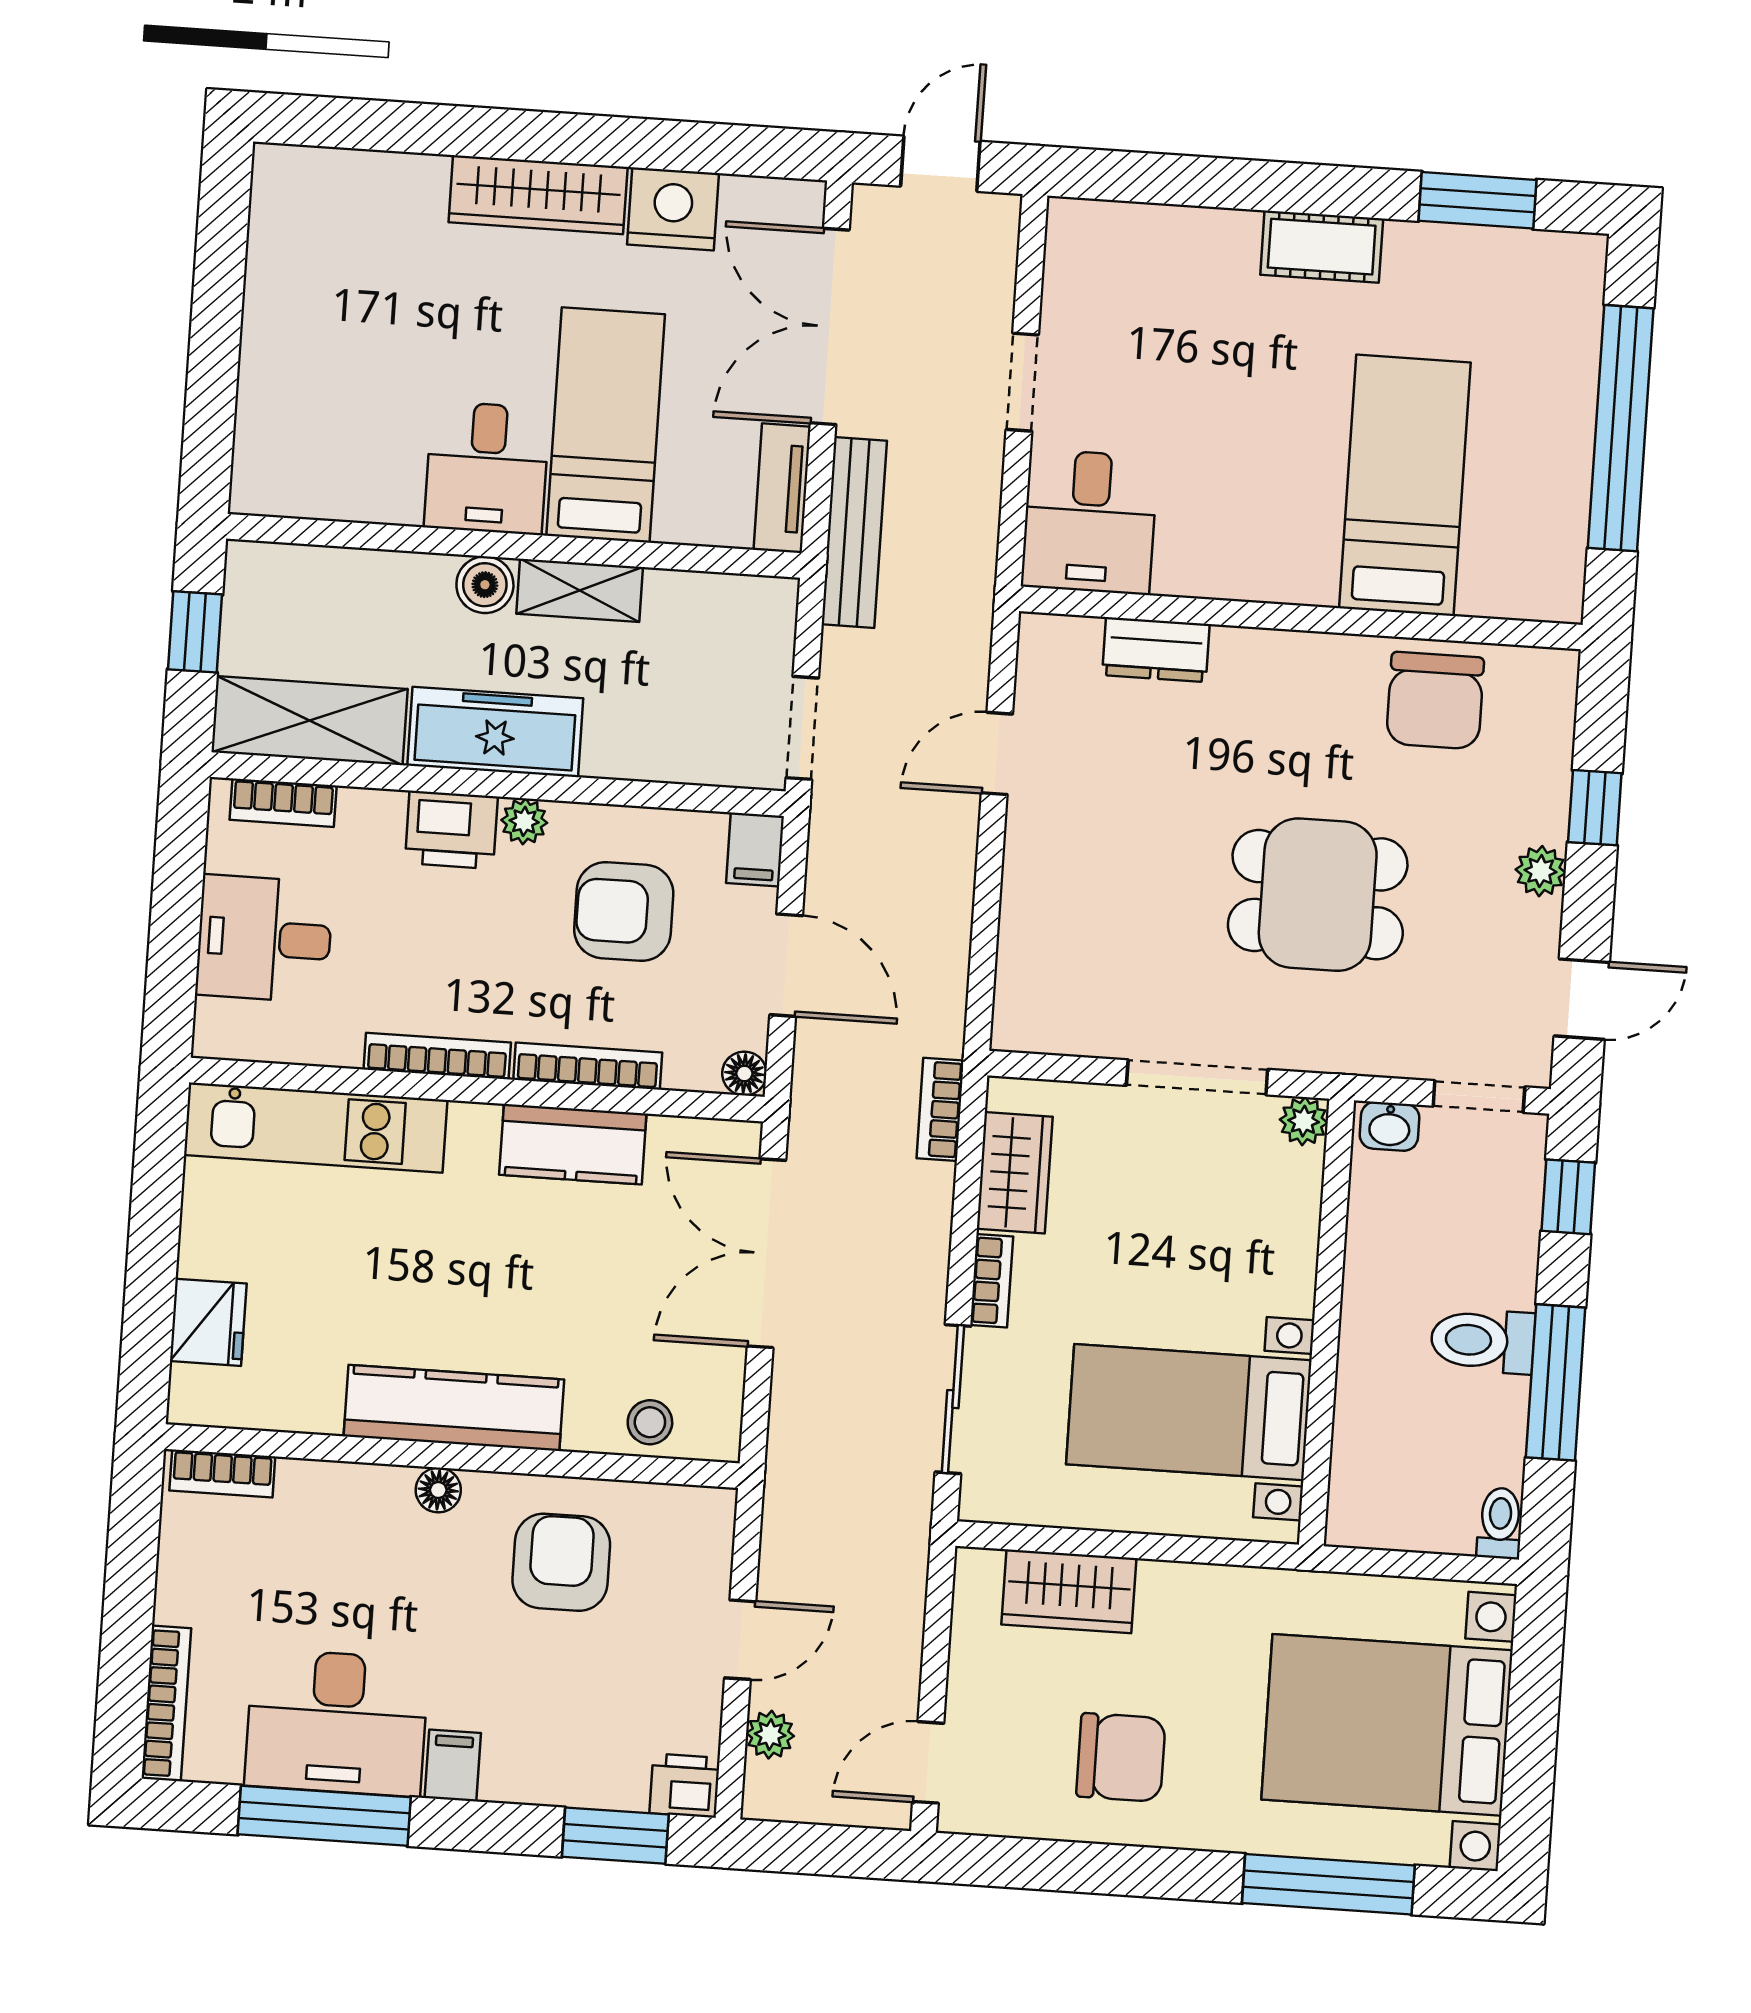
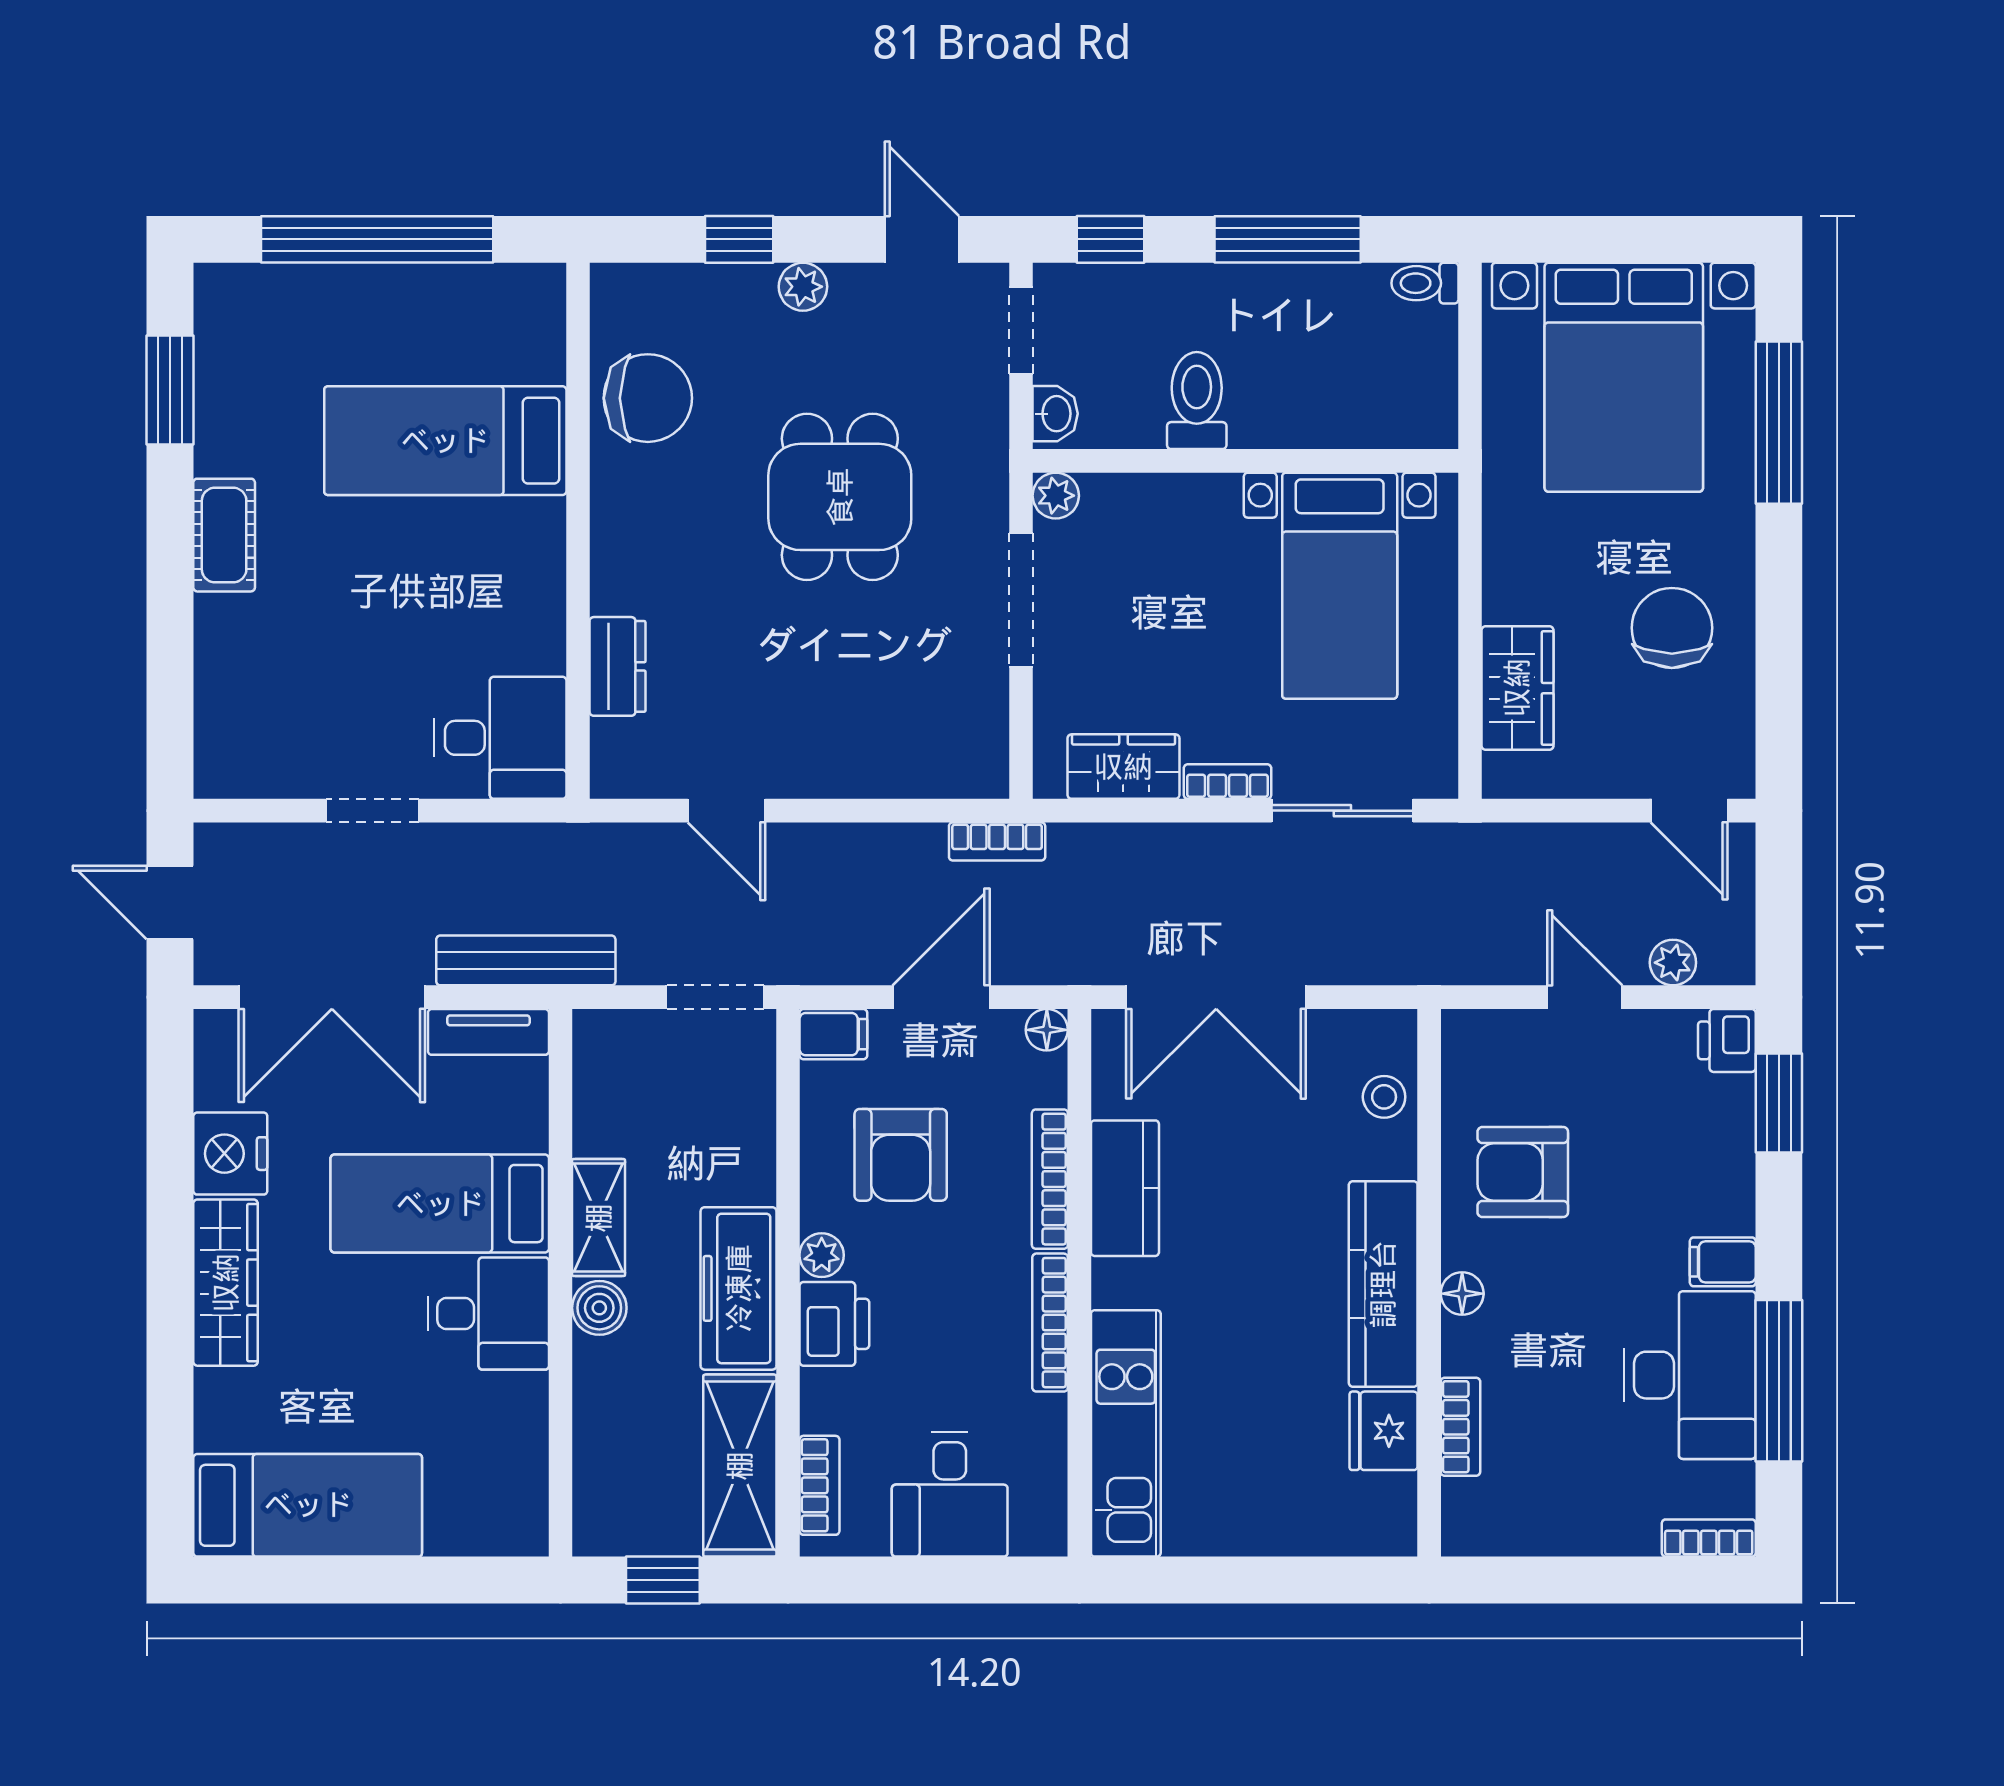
bed: (299, 265) -> (308, 1505), added
bookcase: (940, 1109) -> (997, 841), moved
fridge: (208, 1322) -> (1384, 1431), moved, turned -90
toilet: (1483, 1341) -> (1197, 401), moved, turned 180
bookcase: (222, 1474) -> (1460, 1427), moved
bookcase: (166, 1703) -> (1709, 1538), width x0.64

